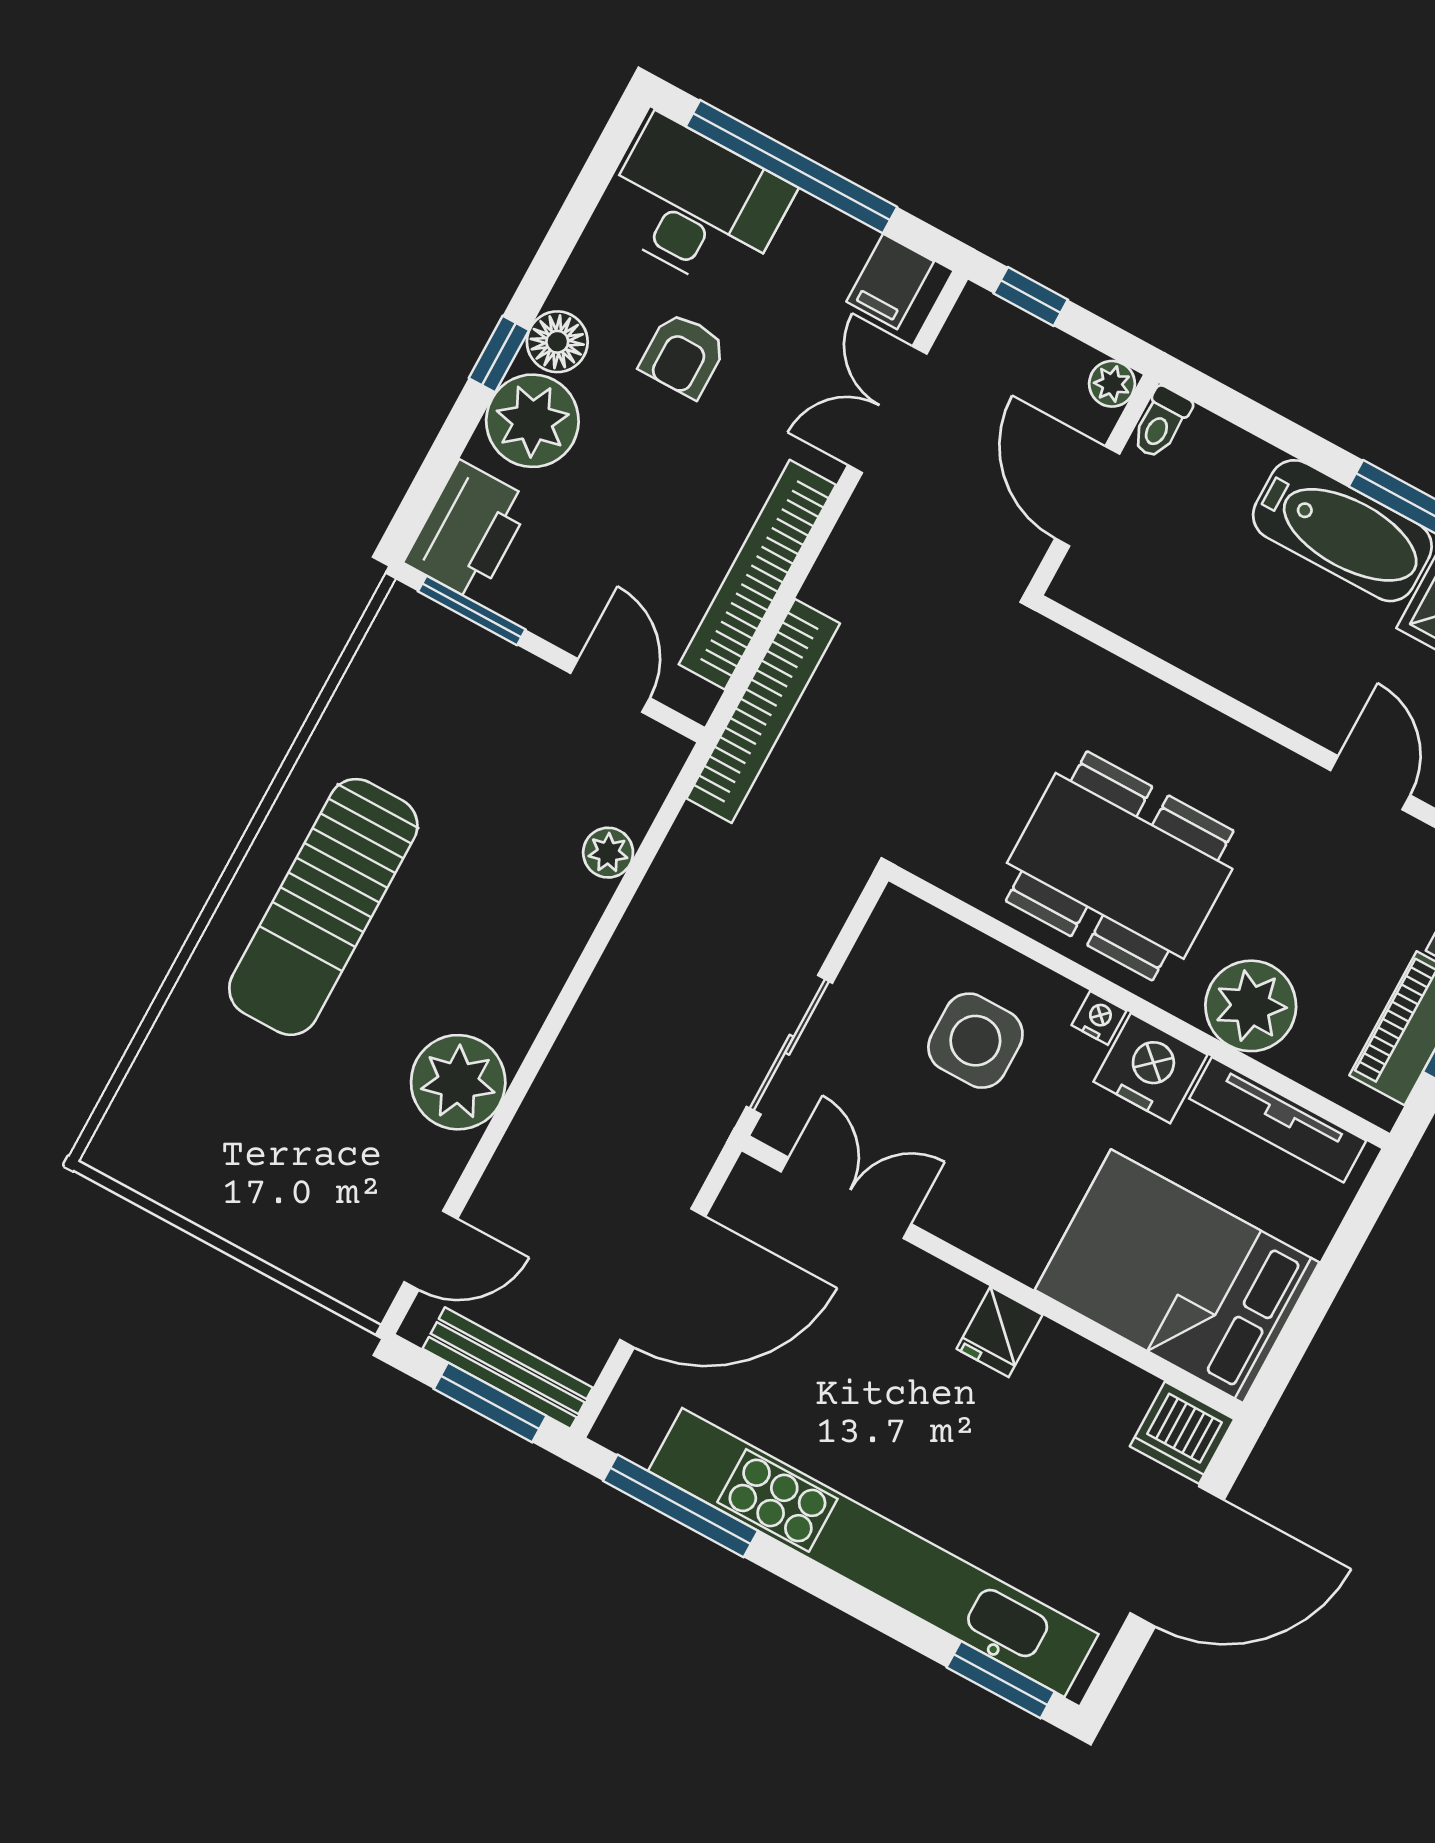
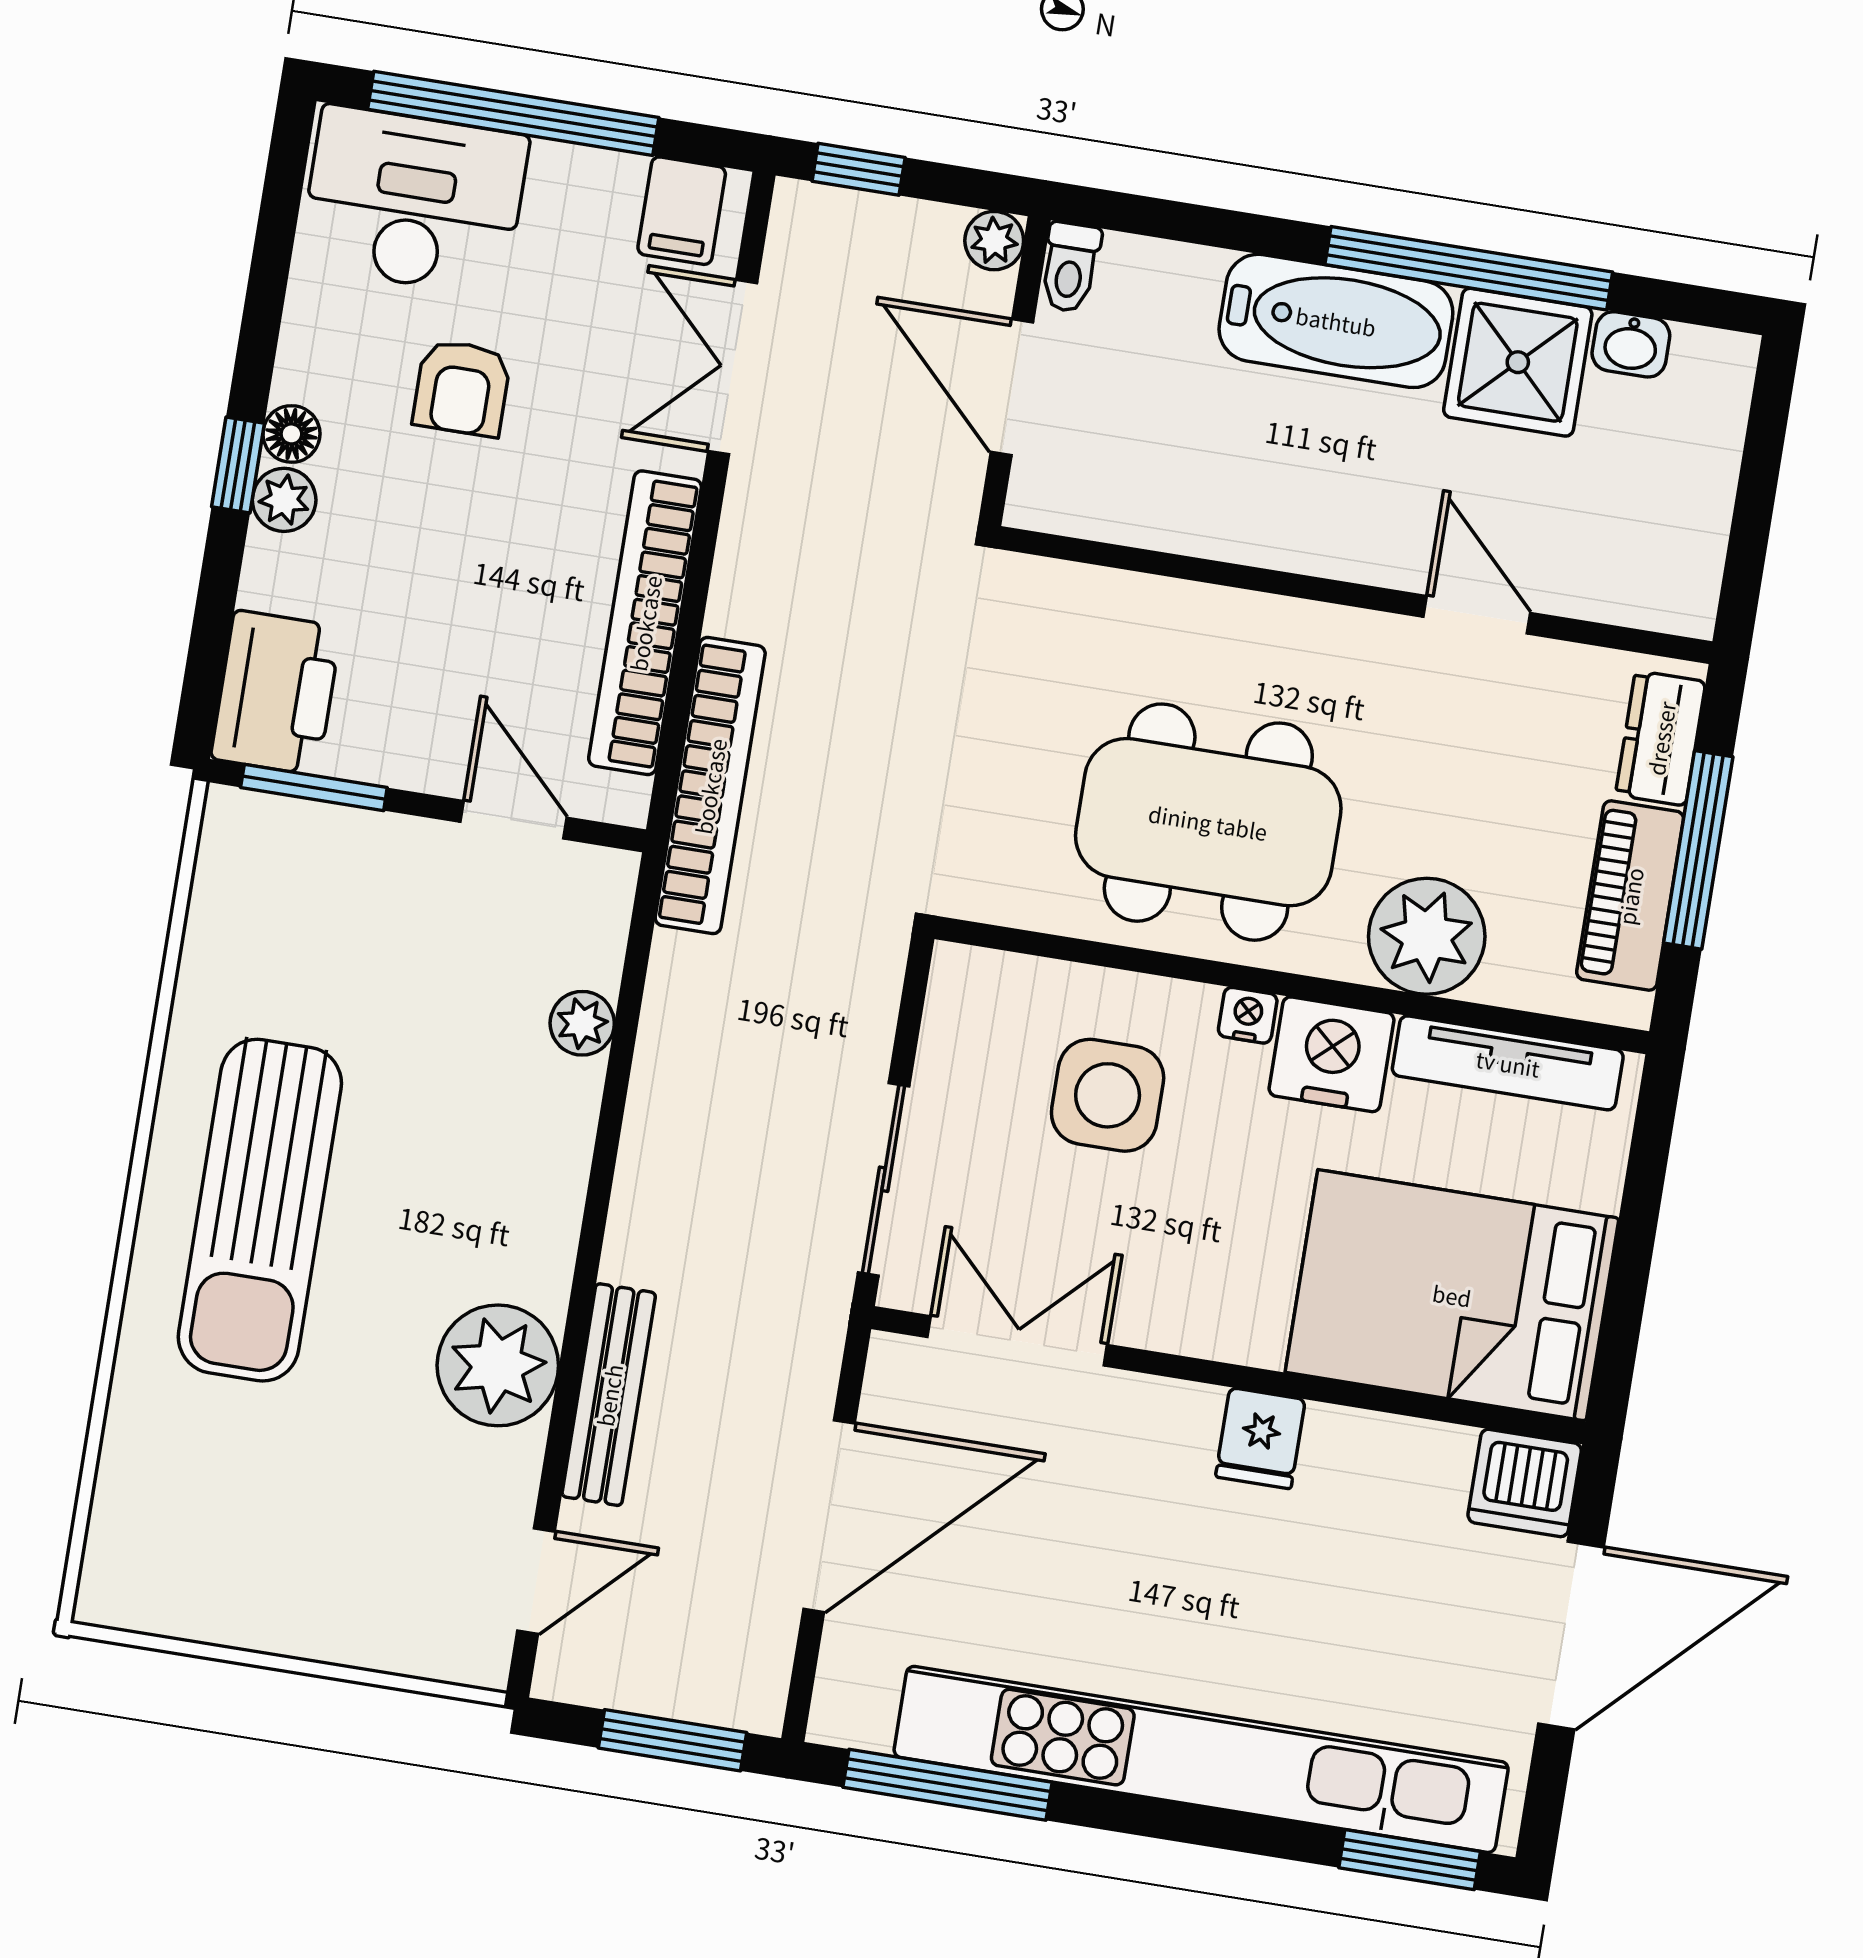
floor lamp: (557, 342) -> (291, 434), width x0.73, depth x0.73
plant: (532, 421) -> (284, 500), width x0.53, depth x0.53
bench: (508, 1368) -> (609, 1395), moved, turned 90

